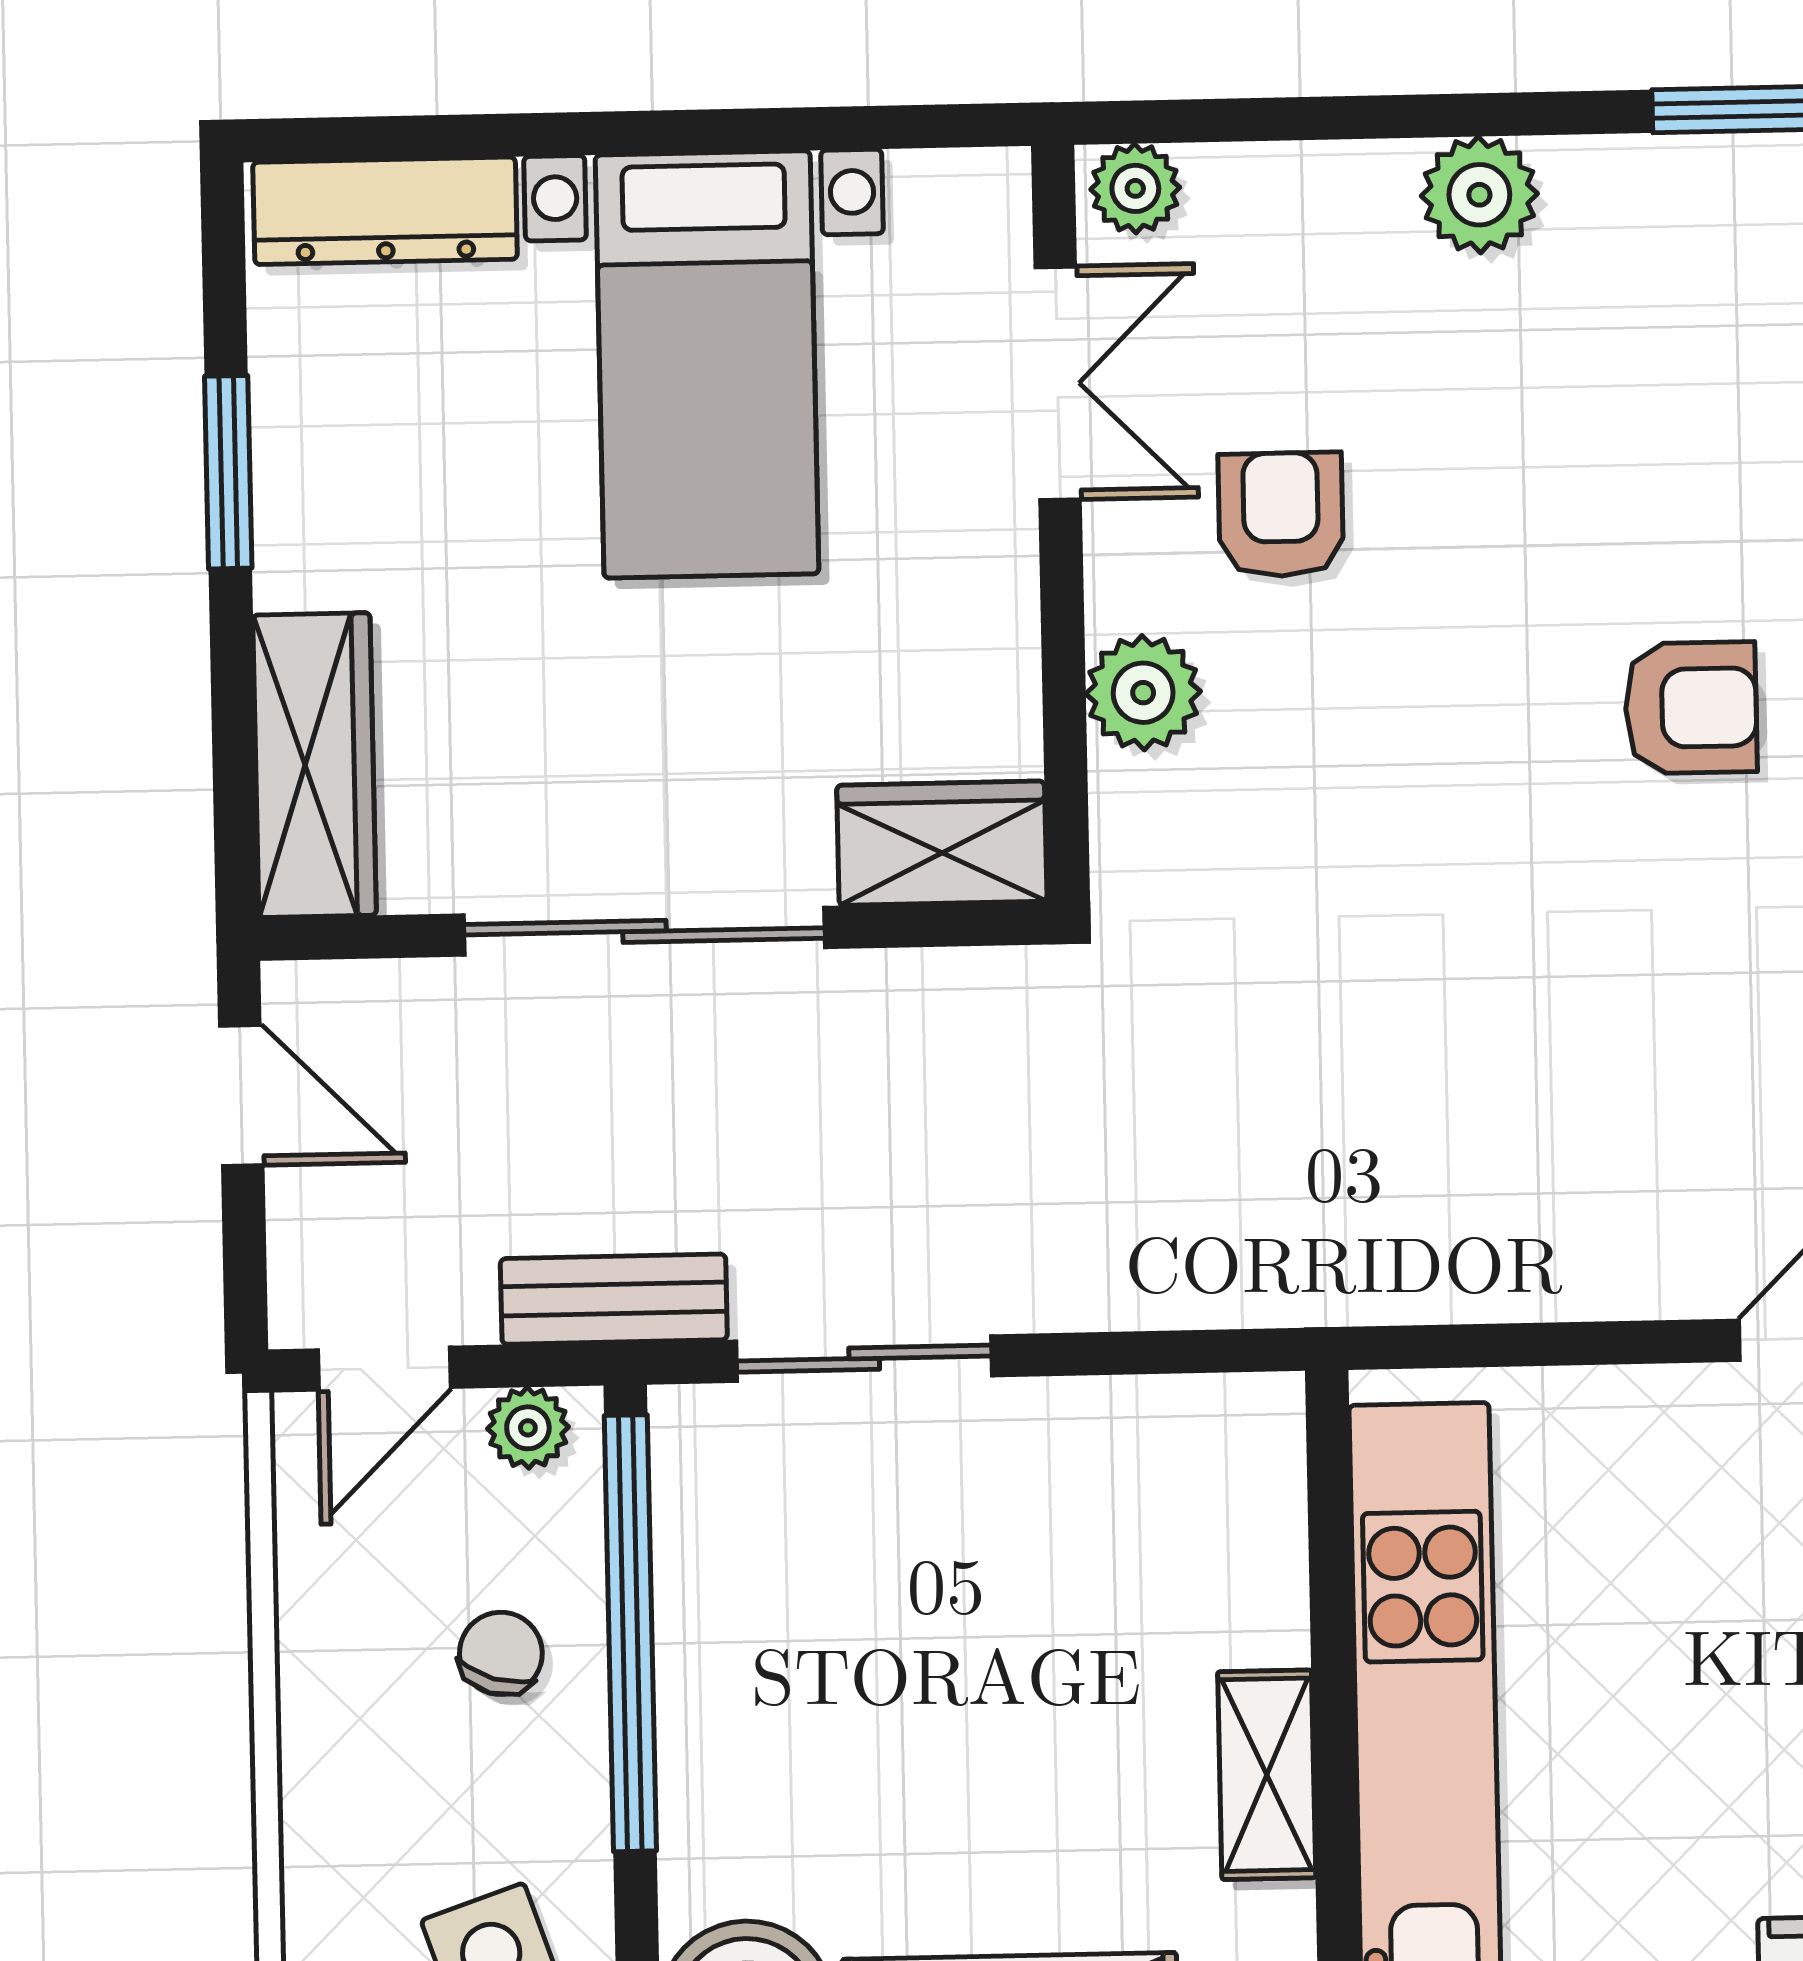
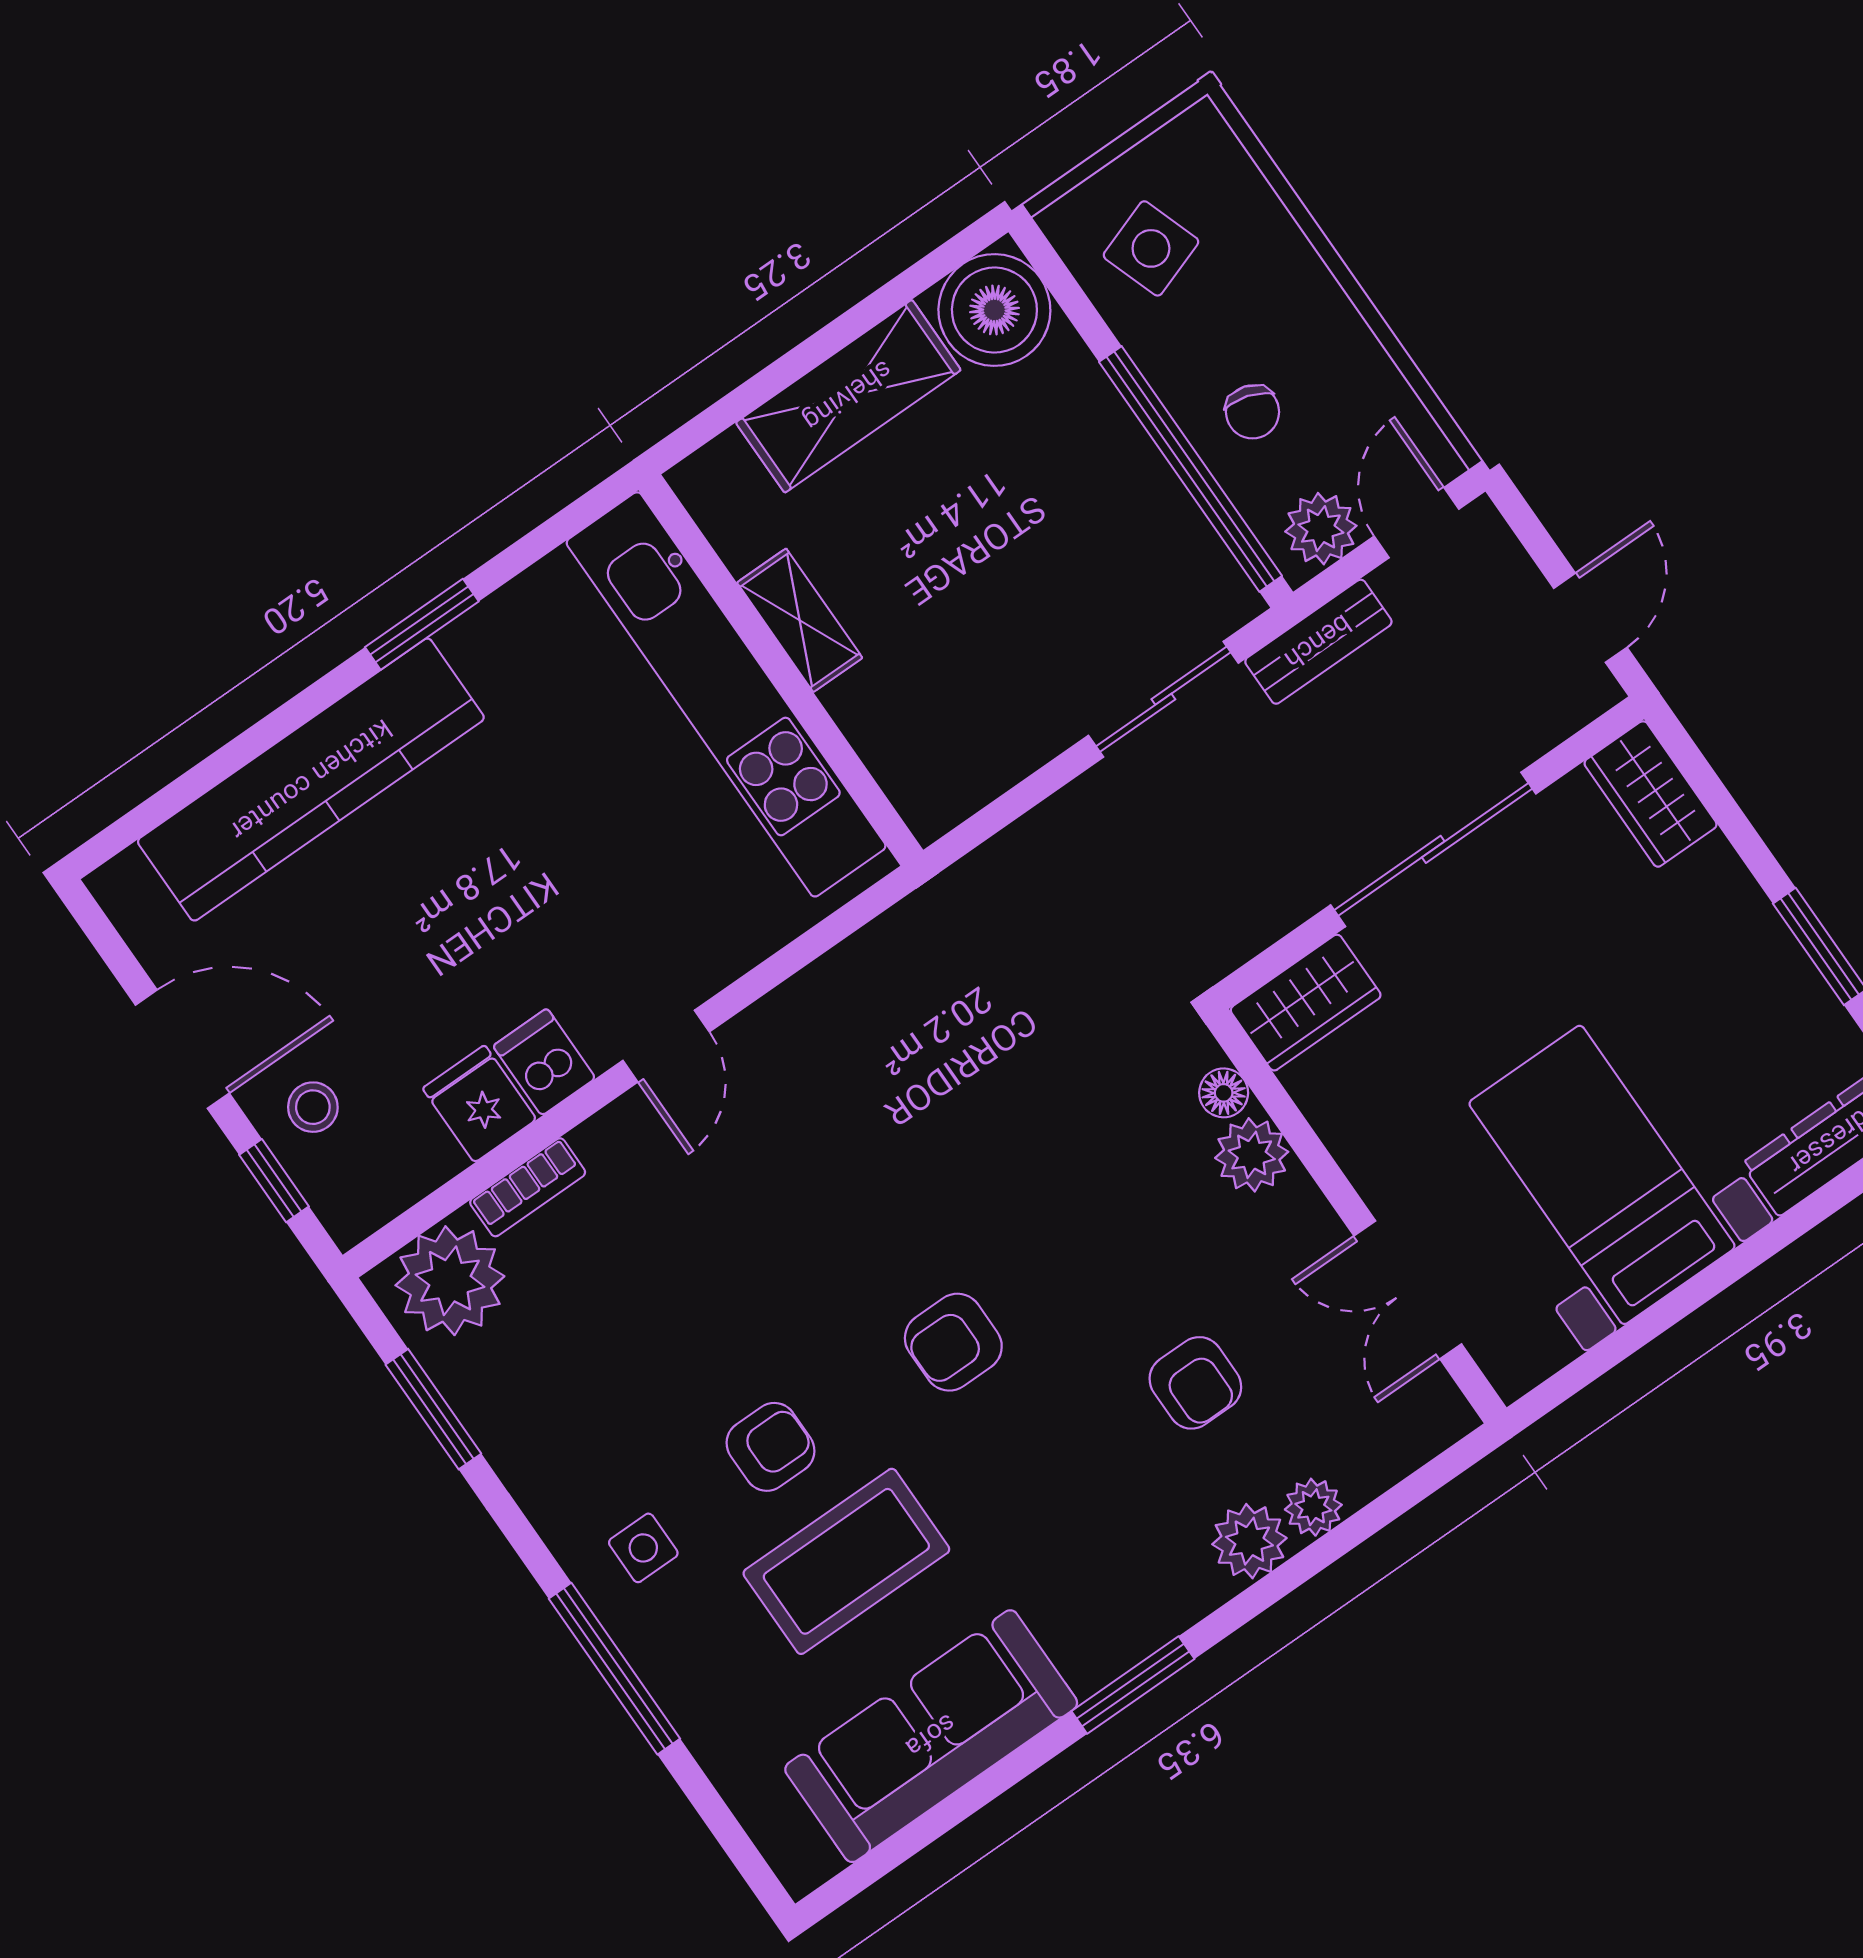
plant: (1135, 188) -> (1313, 1507), moved
armchair: (1281, 515) -> (1195, 1383), moved
wardrobe: (314, 765) -> (1650, 794), width x0.67
floor lamp: (1126, 797) -> (1224, 1093), added
door: (241, 1095) -> (1590, 618), swing flipped
plant: (528, 1428) -> (1321, 529), width x1.38, depth x1.38

